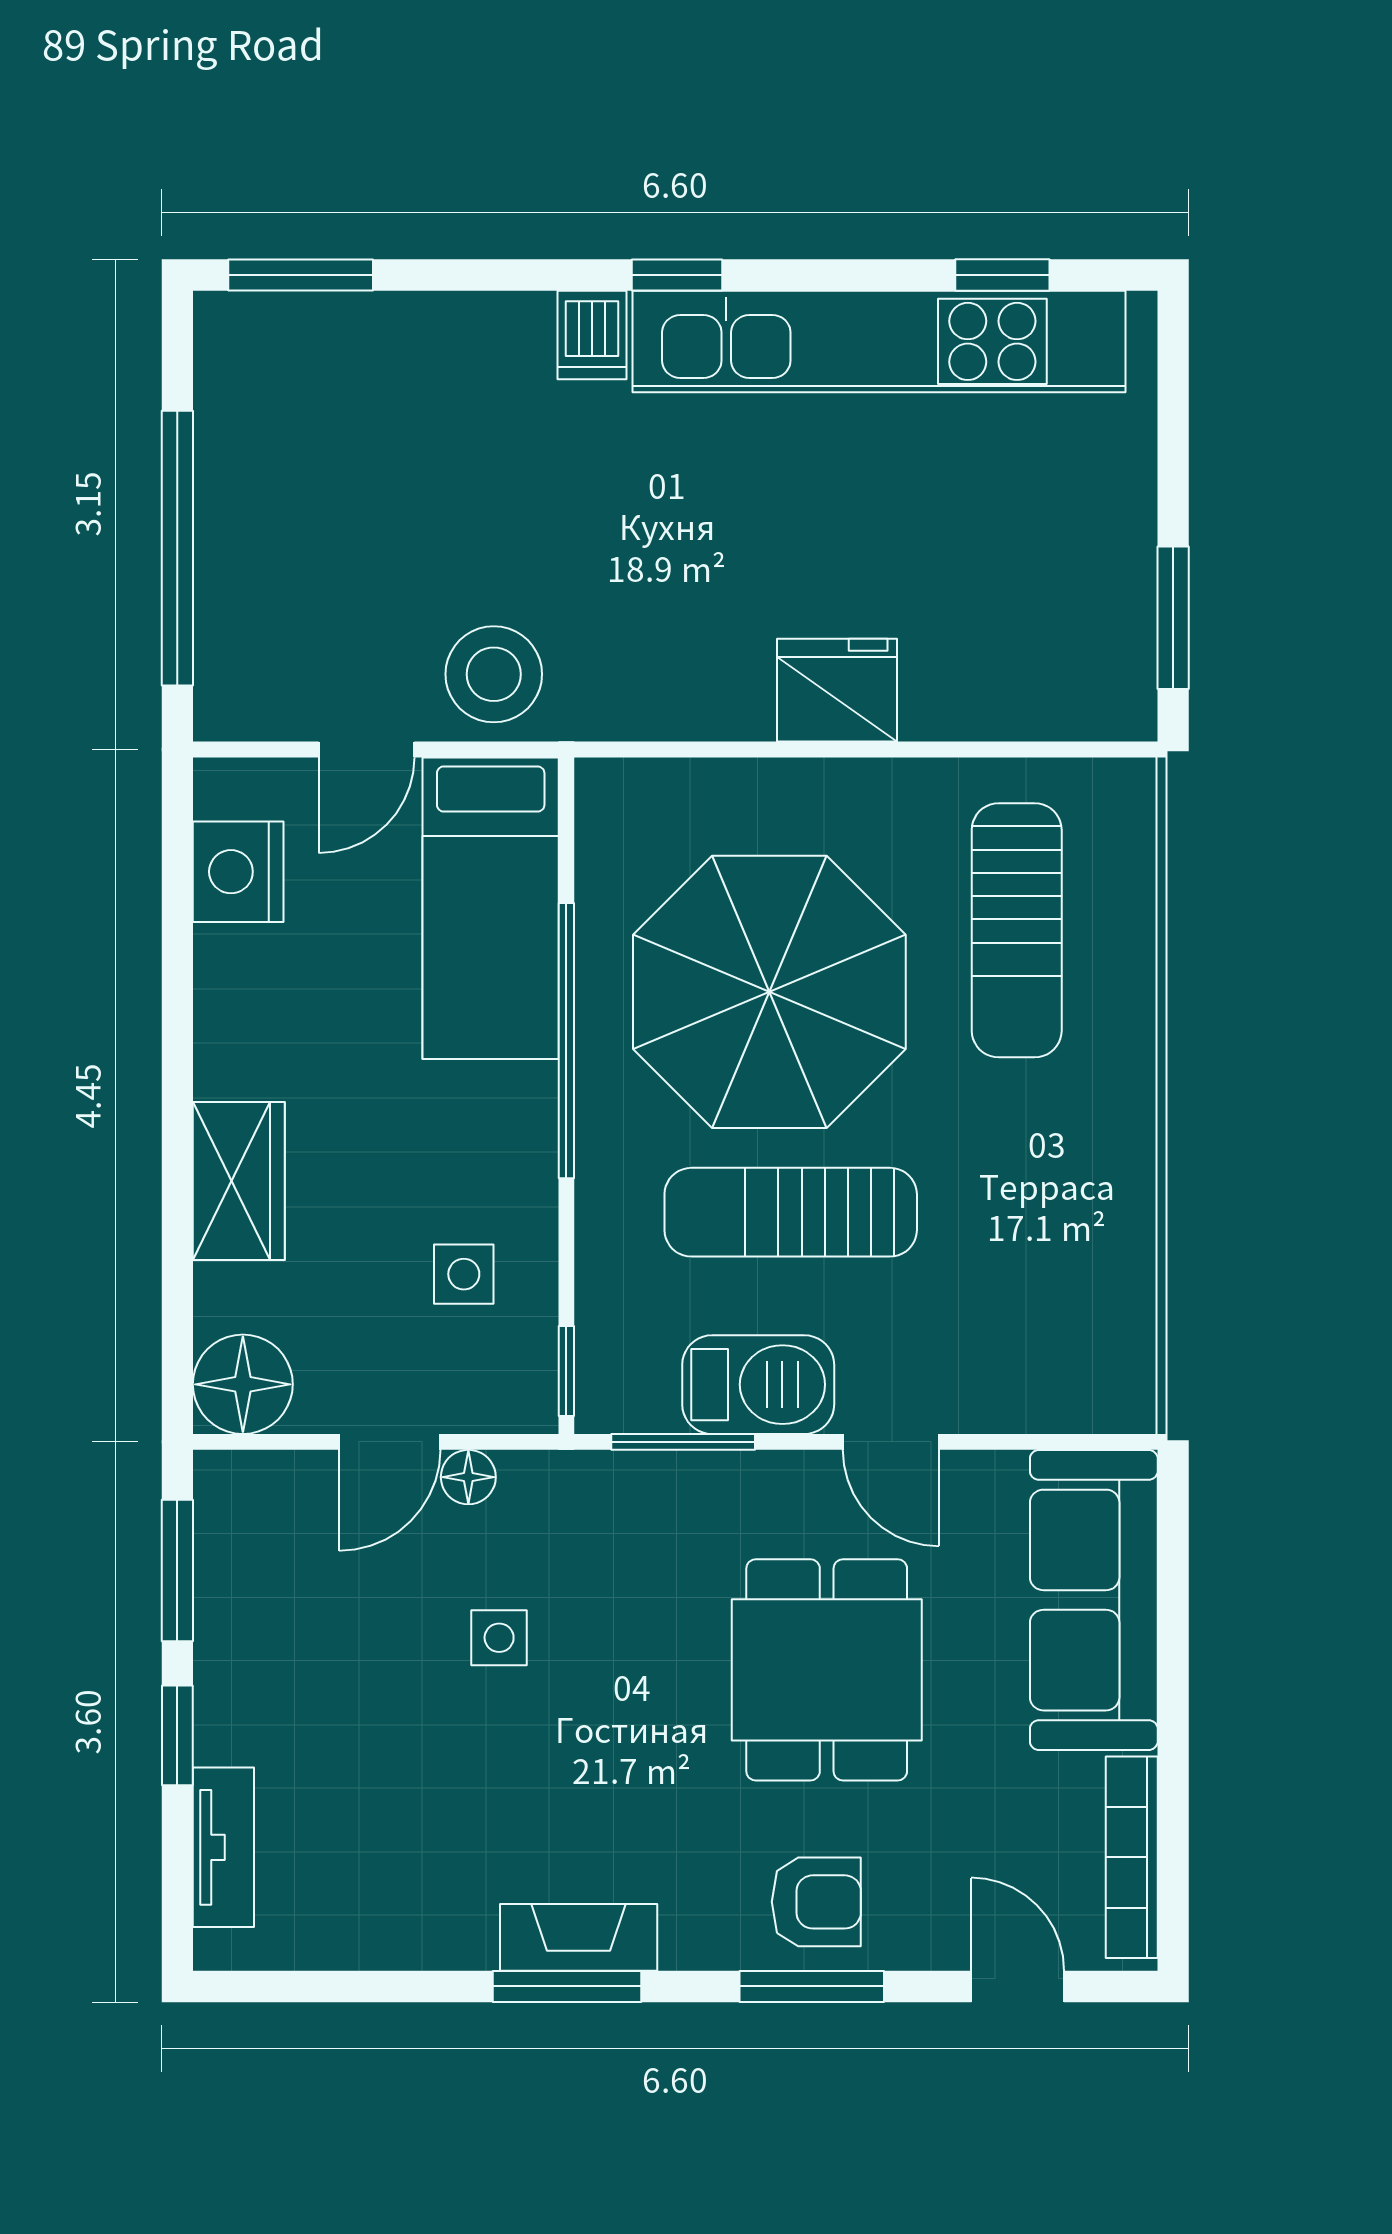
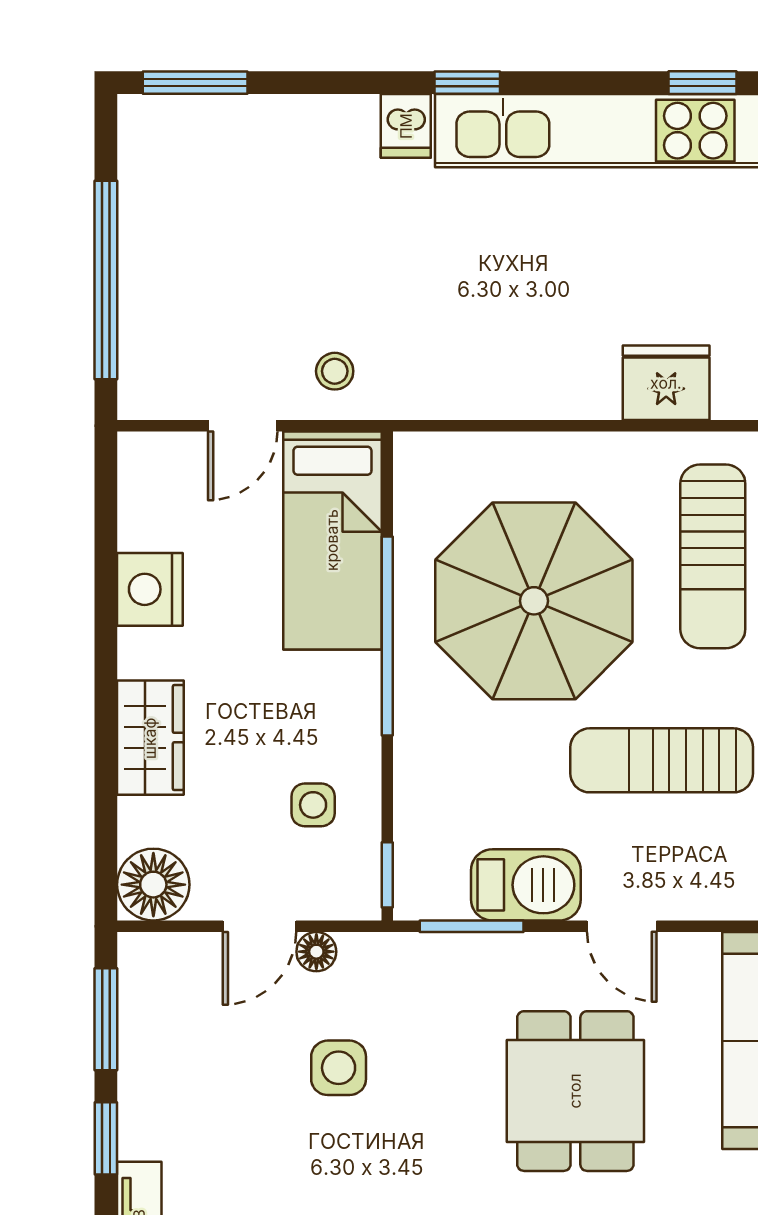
stool: (494, 674) -> (335, 371), width x0.53, depth x0.53
fridge: (837, 690) -> (666, 383), moved
nightstand: (238, 872) -> (150, 589), moved
sun lounger: (791, 1212) -> (662, 760), moved
side table: (499, 1638) -> (339, 1068), width x1.37, depth x1.37

